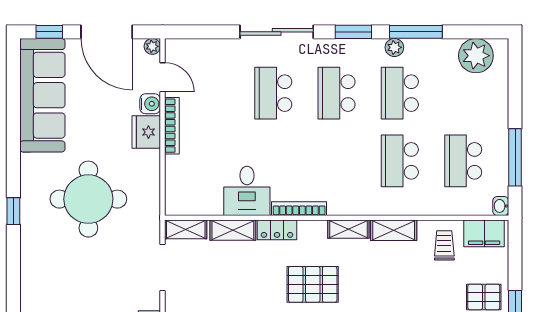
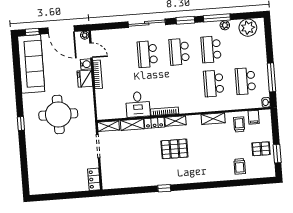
plant: (394, 47) -> (225, 25), moved
shelving: (348, 229) -> (175, 121), moved
filing cabinet: (484, 233) -> (254, 117), width x0.50

